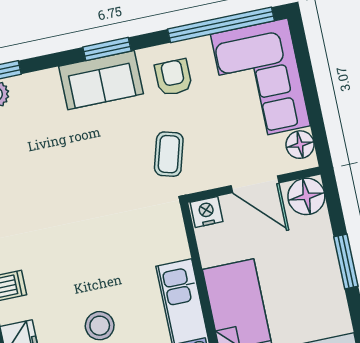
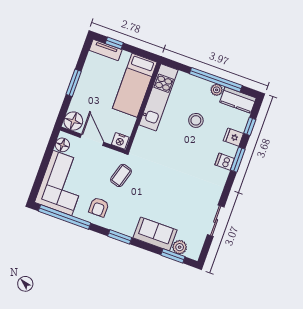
sofa: (101, 80) -> (155, 234), moved

